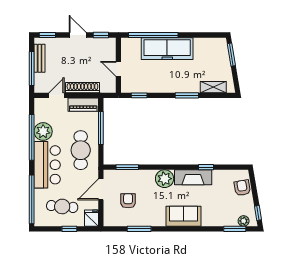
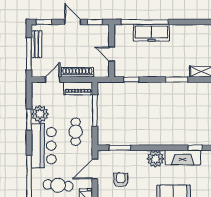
freezer: (167, 49) -> (151, 33), width x0.73, depth x0.79
window: (32, 137) -> (29, 120), width x0.47
cafe table: (81, 150) -> (76, 132), width x0.73, depth x0.74

